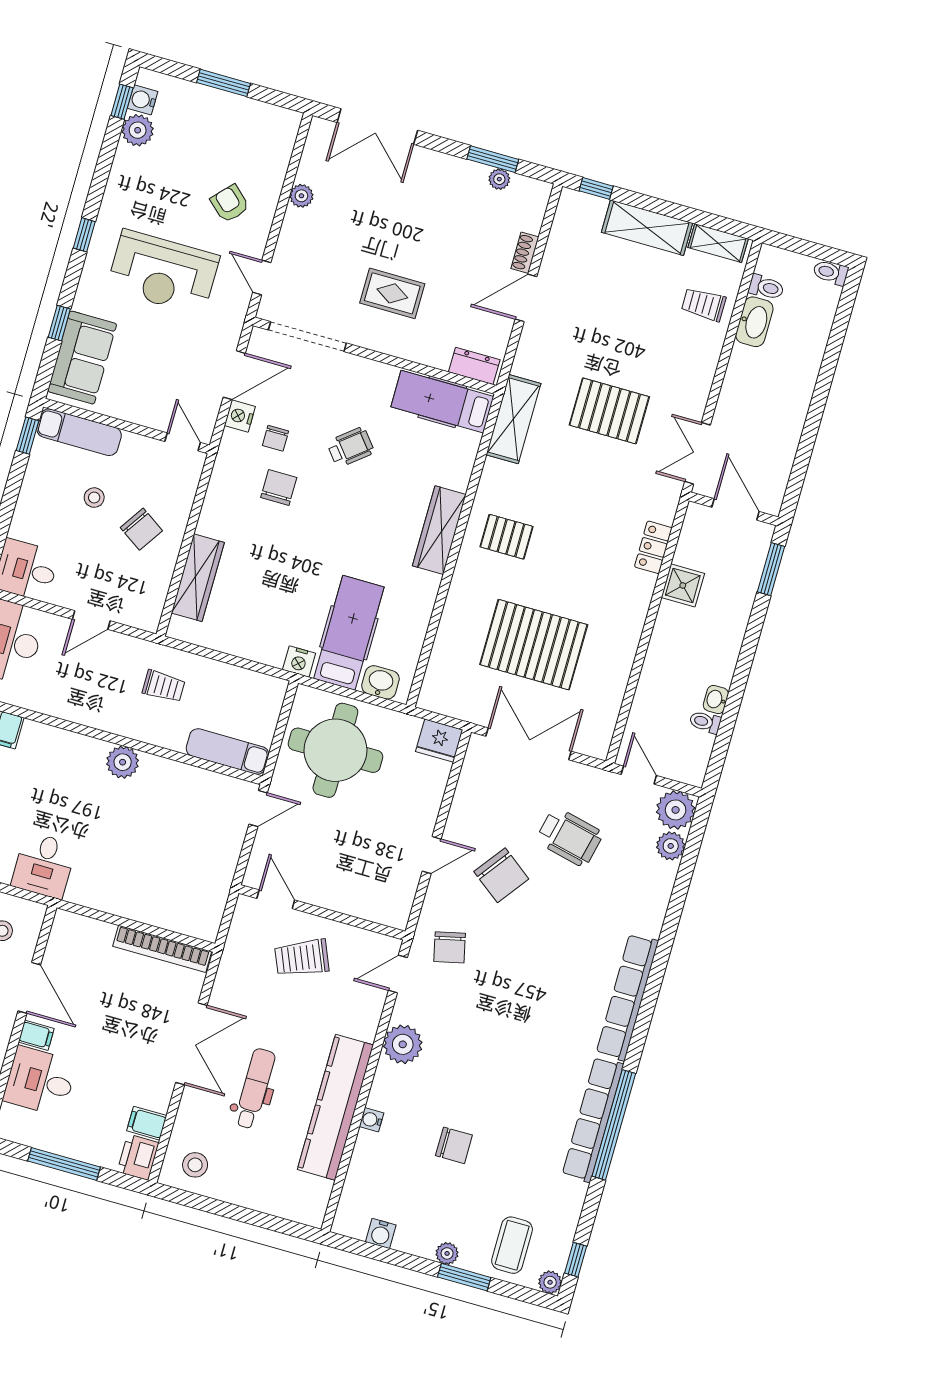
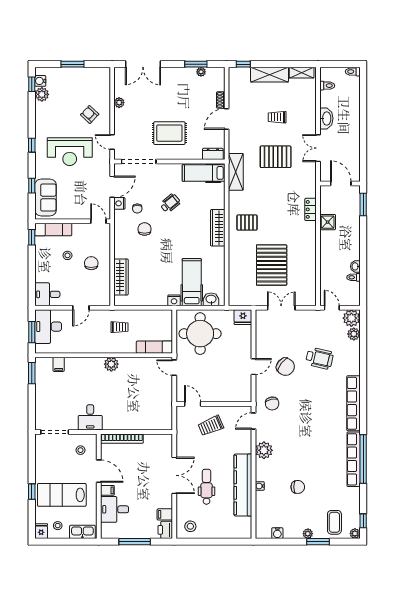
rug: (392, 293) -> (169, 133), width x1.36, depth x1.43
trolley: (704, 304) -> (277, 117), moved
washbasin: (754, 322) -> (326, 118), moved
double door: (698, 453) -> (318, 148), moved
chair: (141, 529) -> (91, 263), turned -124
pallet: (534, 645) -> (272, 265), turned 90
double door: (529, 744) -> (281, 308), width x0.73
door: (258, 808) -> (174, 368), swing flipped
wheelchair: (569, 837) -> (320, 358), moved
bookcase: (162, 949) -> (122, 439), moved

